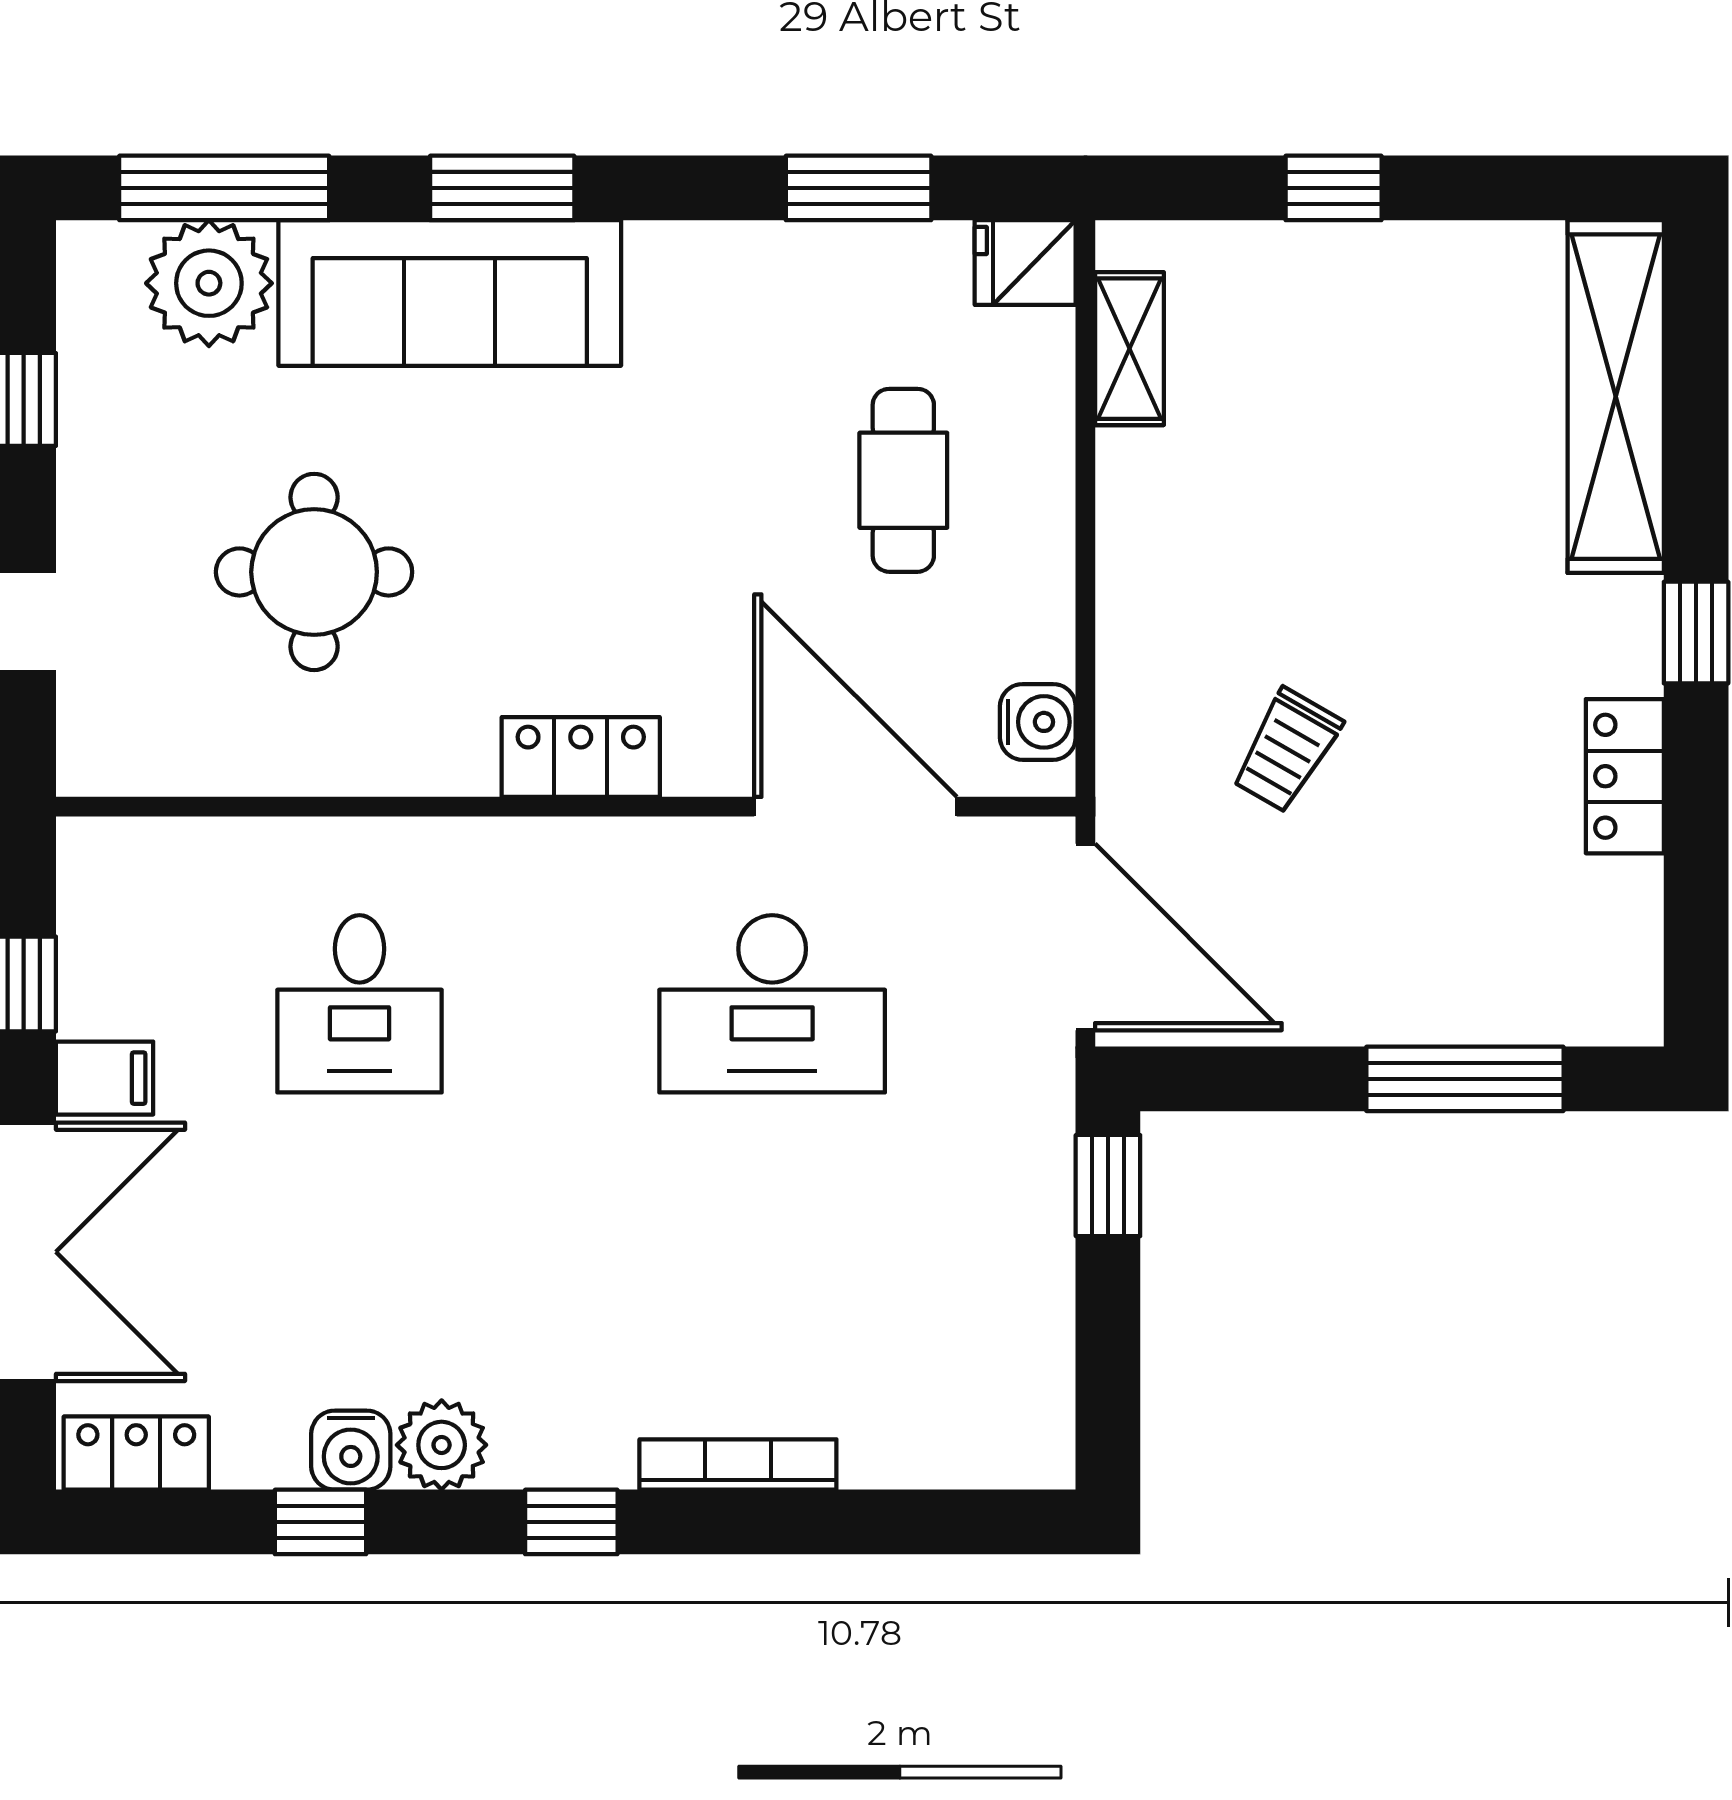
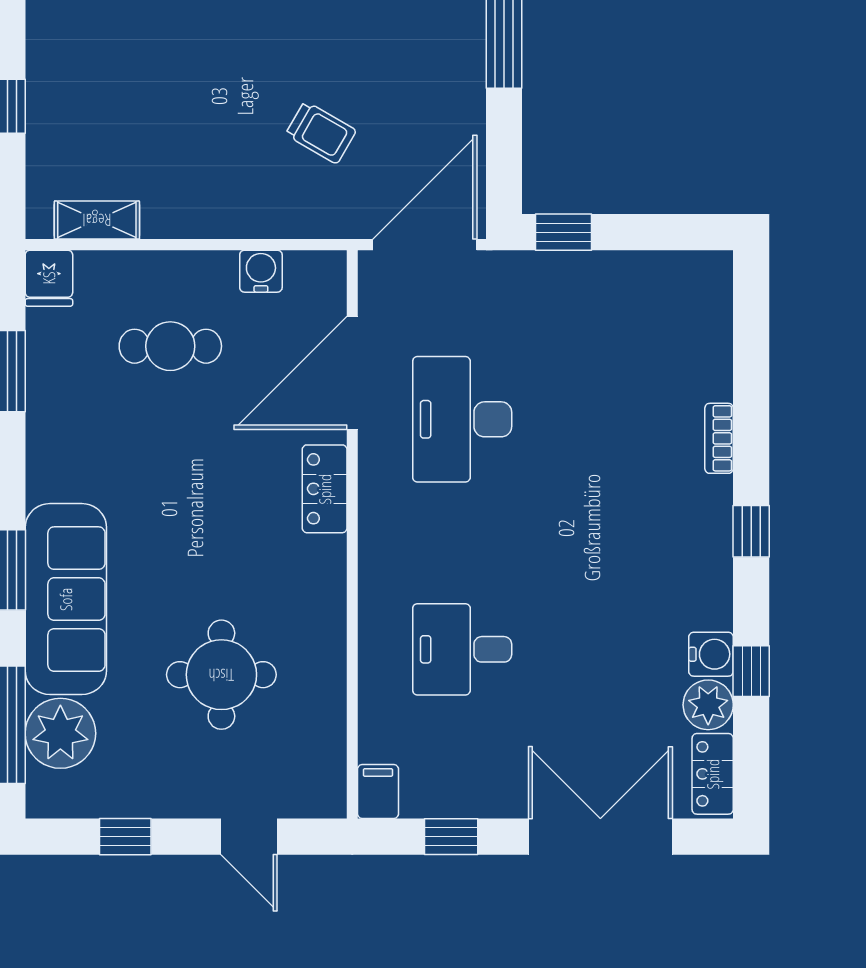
water cooler: (1038, 722) -> (261, 271), moved
locker: (581, 757) -> (325, 489), moved
desk: (360, 1004) -> (462, 649), turned 180
desk: (772, 1004) -> (462, 419), turned 180
filing cabinet: (105, 1078) -> (378, 791), moved
plant: (442, 1445) -> (708, 705), moved
bookcase: (738, 1465) -> (719, 438), width x0.64

